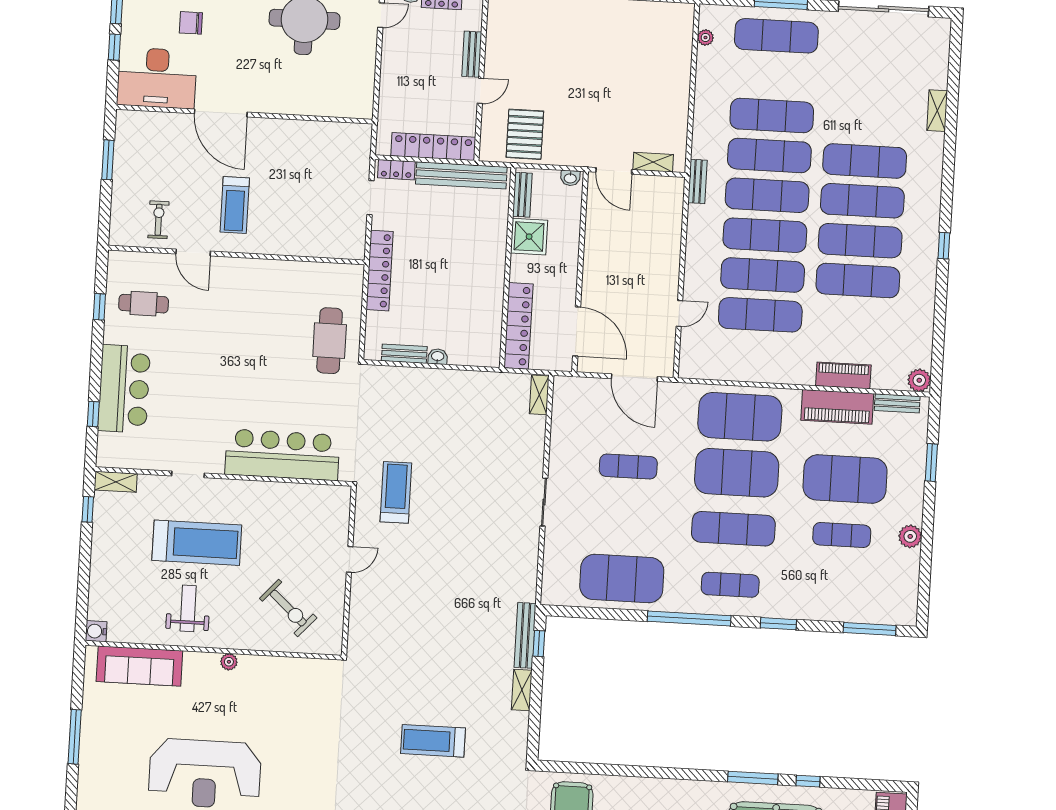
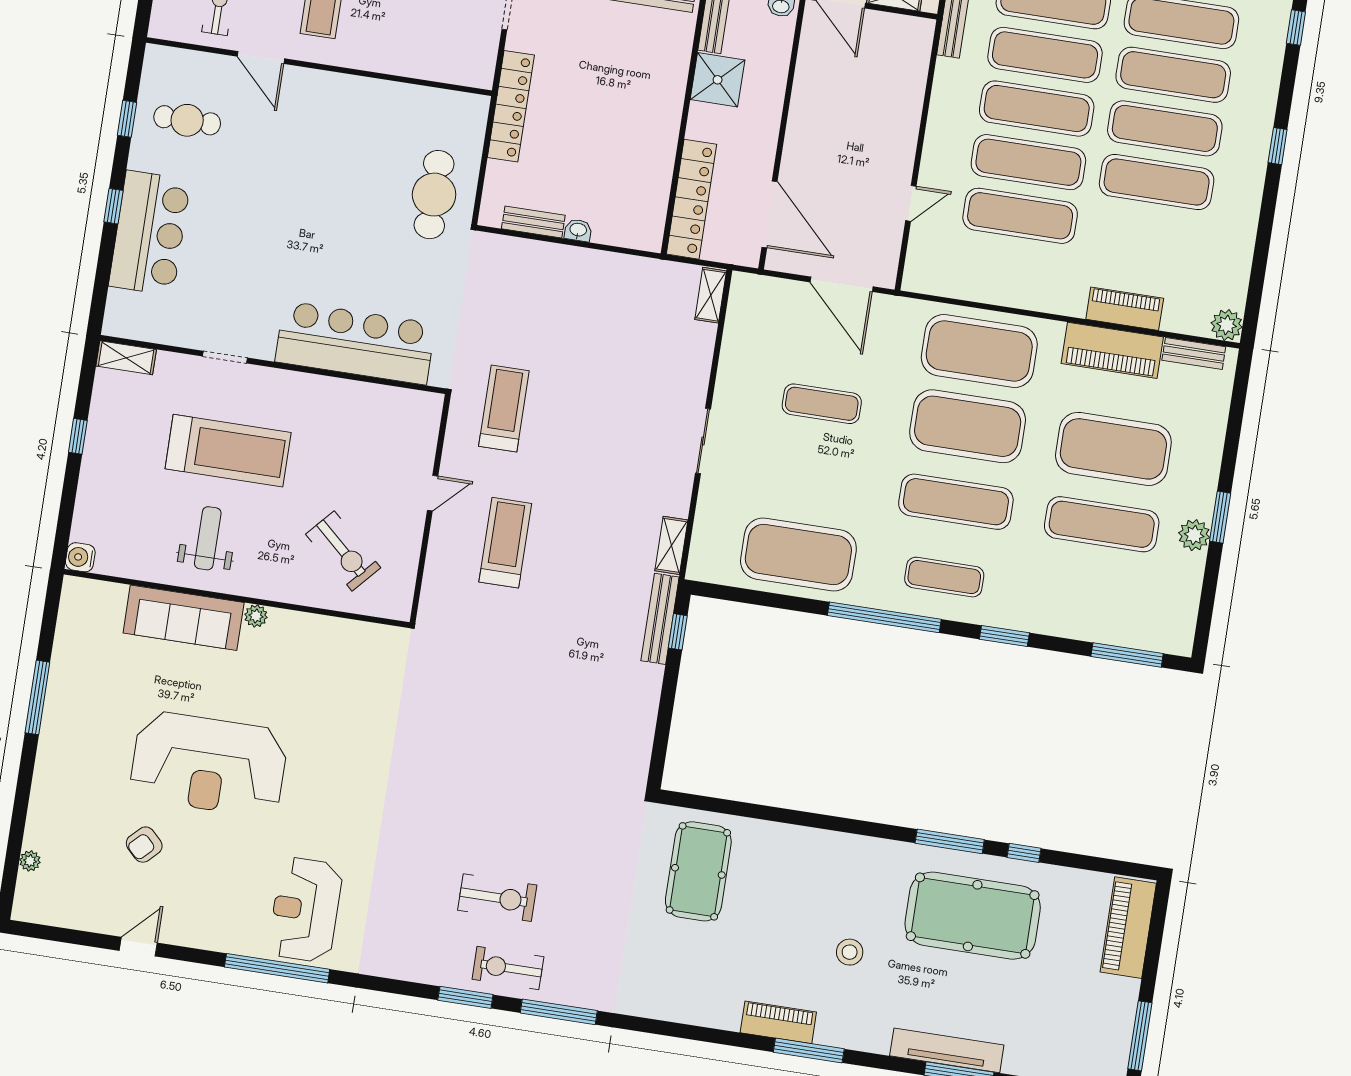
window: (949, 158) -> (1296, 28), added
window: (93, 414) -> (113, 206), moved
window: (931, 462) -> (1220, 517), moved
window: (88, 509) -> (78, 436), moved
exercise mat: (842, 535) -> (1102, 524), width x1.36, depth x1.45
sofa: (139, 666) -> (184, 618), moved
shelving: (522, 690) -> (671, 545), moved
treadmill: (433, 741) -> (505, 543), moved, turned 90

